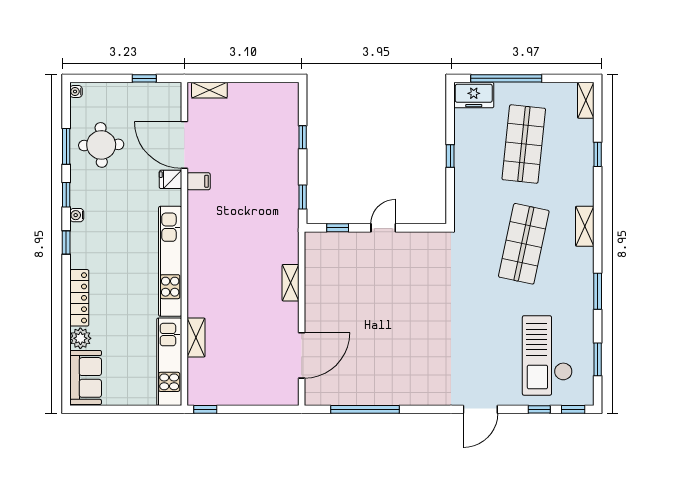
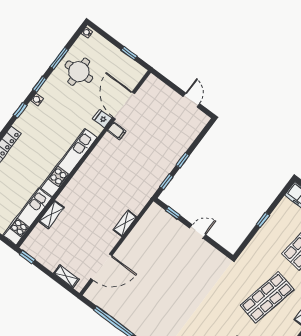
door: (259, 78) -> (191, 100), added
shelving: (209, 90) -> (66, 276), moved
window: (303, 137) -> (183, 160), moved

